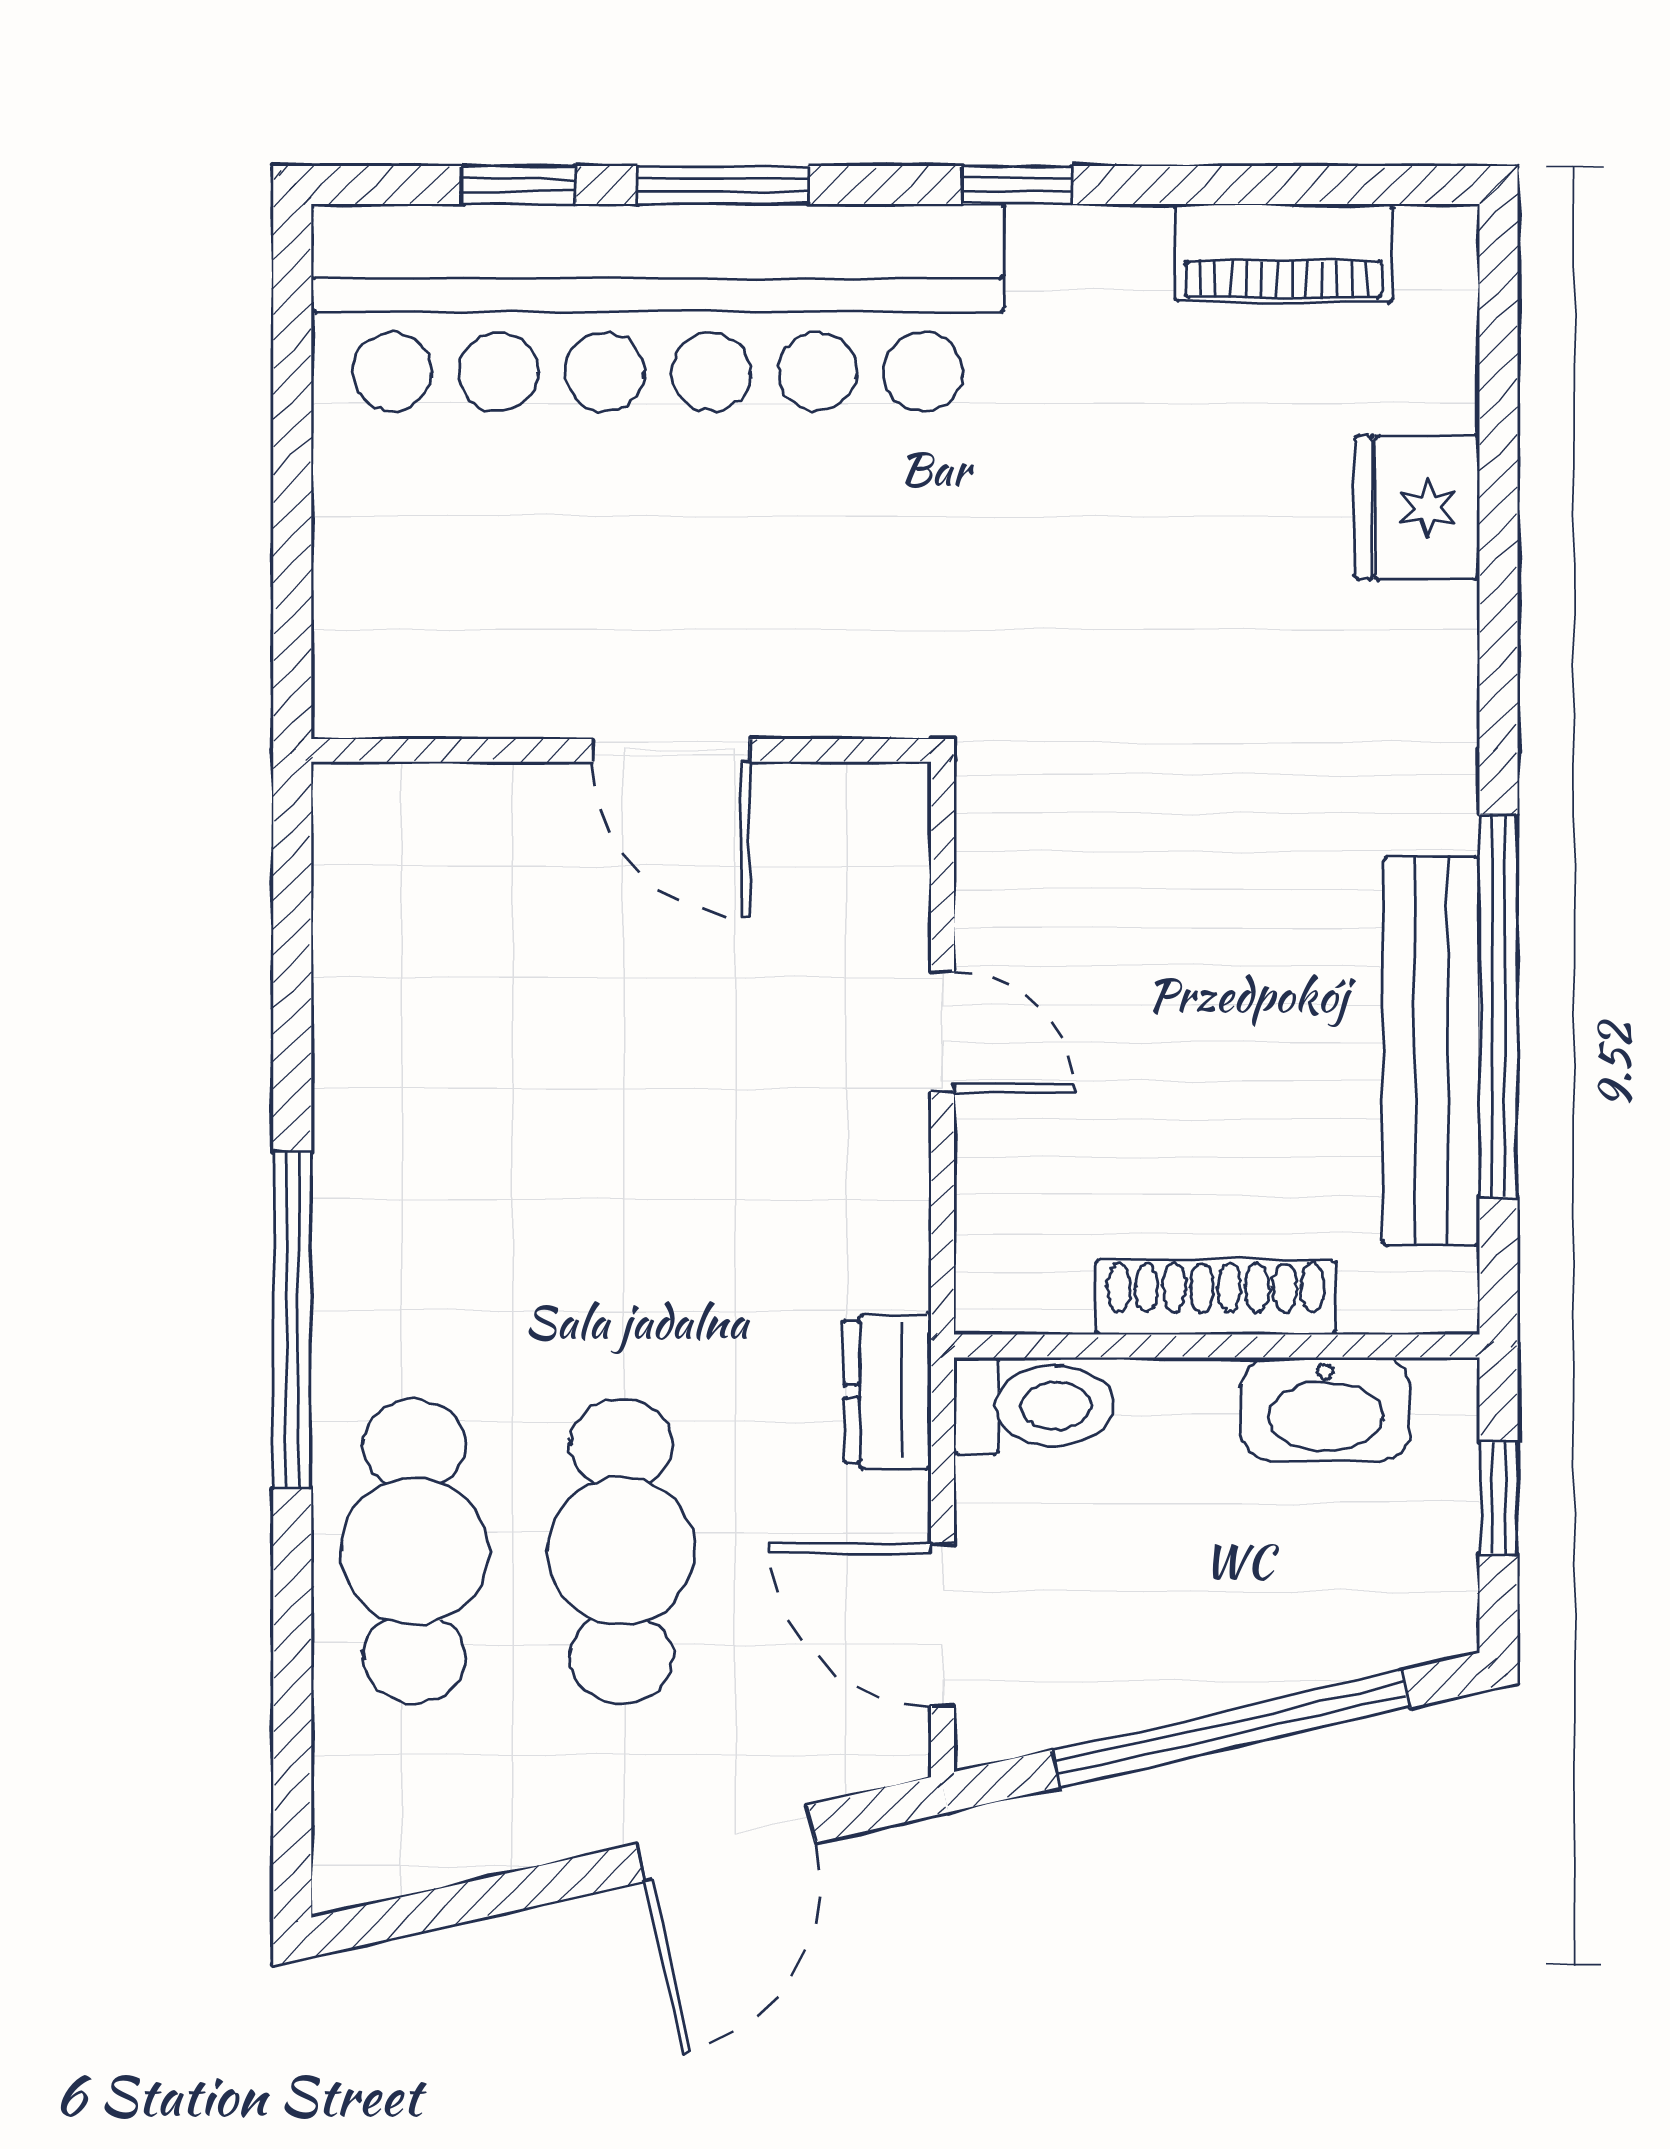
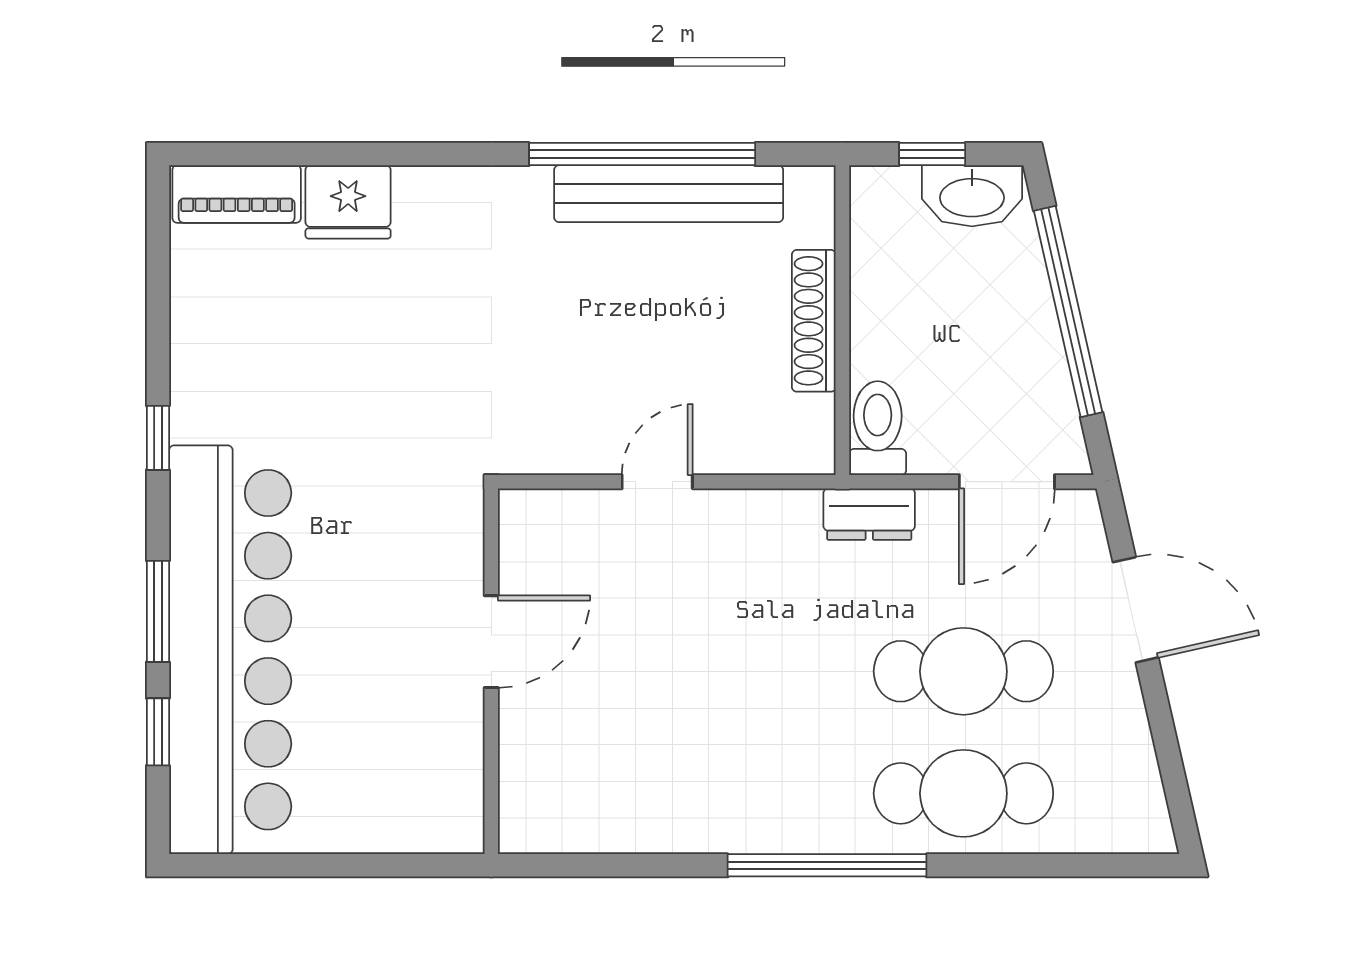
piano: (1284, 253) -> (237, 194), moved, turned 90
washbasin: (1325, 1409) -> (972, 196), moved, turned 90

